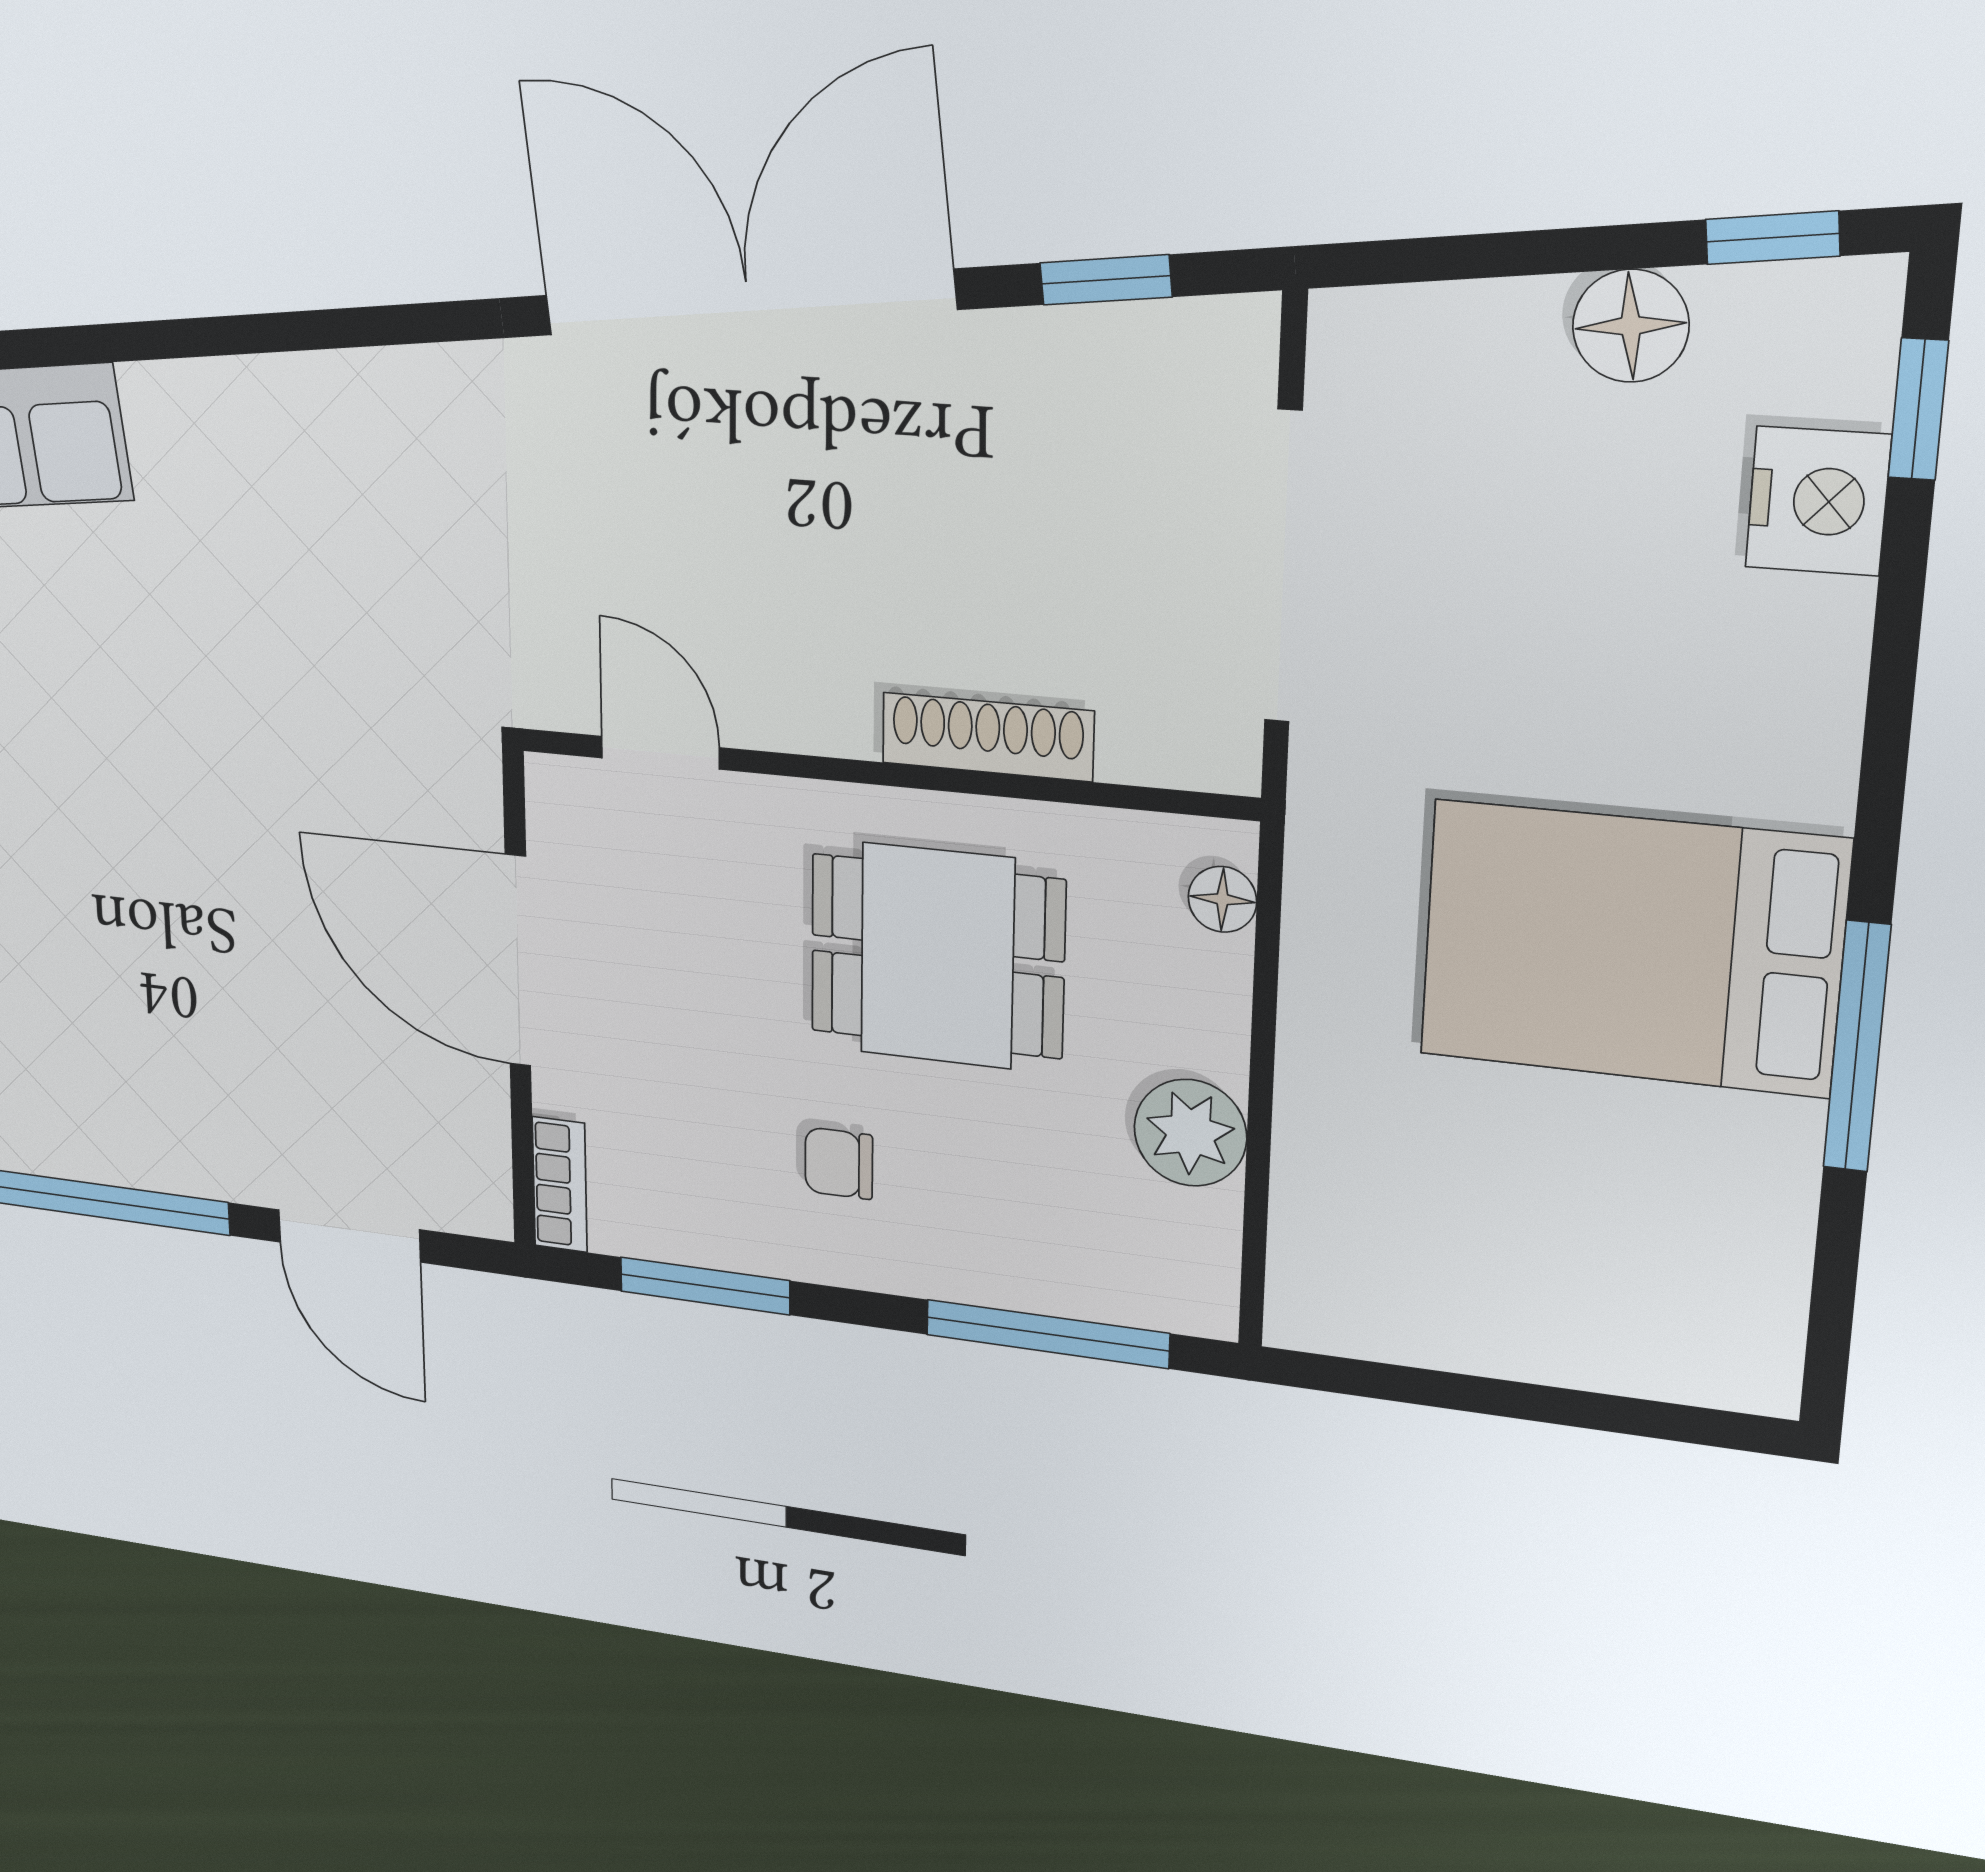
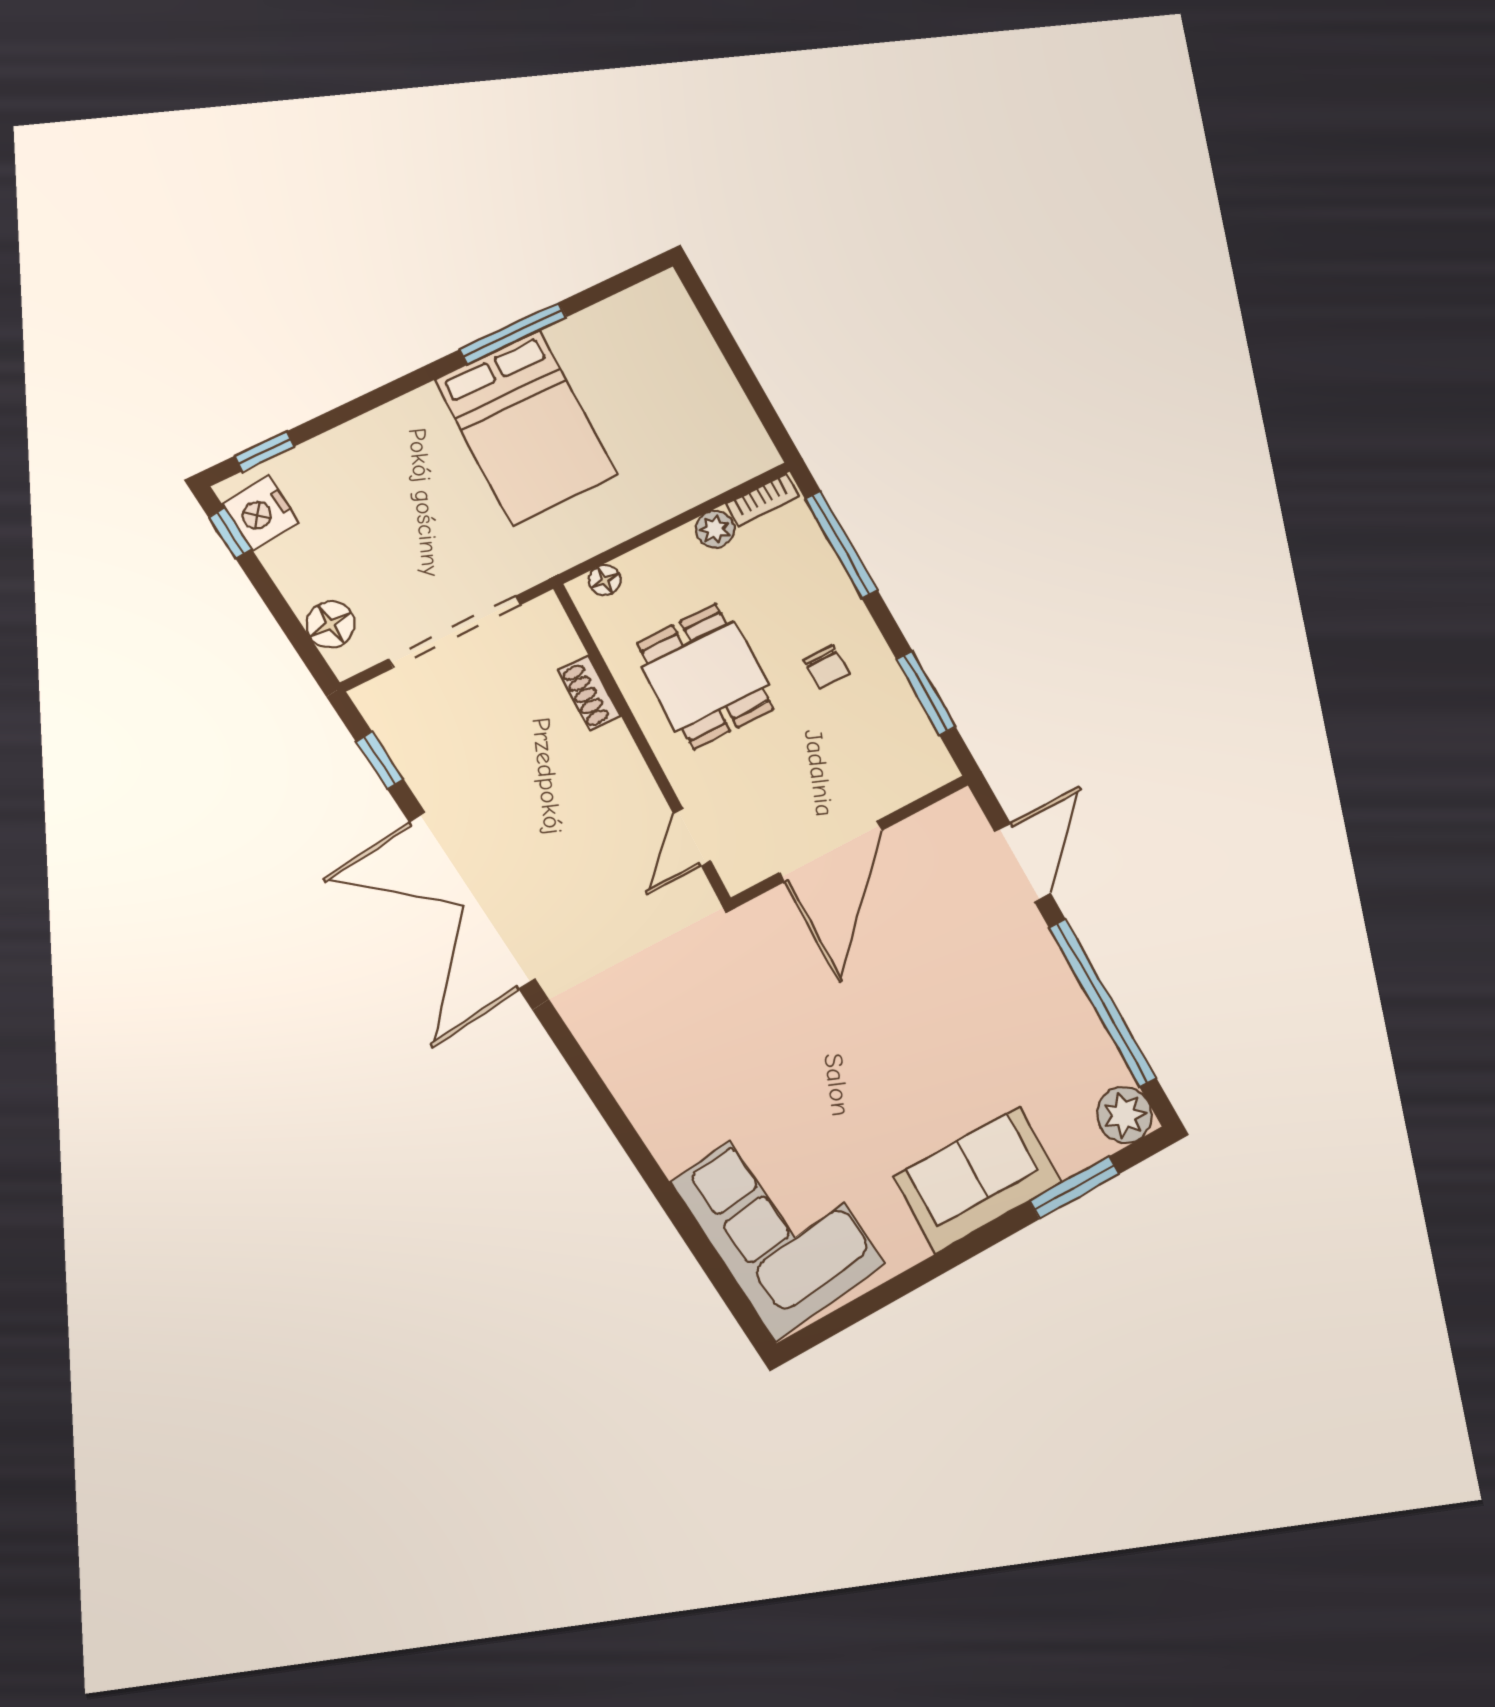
floor lamp: (1631, 326) -> (330, 624), moved
nightstand: (1818, 501) -> (261, 513), moved, turned -96
shoe rack: (988, 737) -> (589, 693), width x0.70
plant: (1190, 1133) -> (715, 529), width x0.73, depth x0.73
bookcase: (560, 1185) -> (763, 500), moved, turned 180

